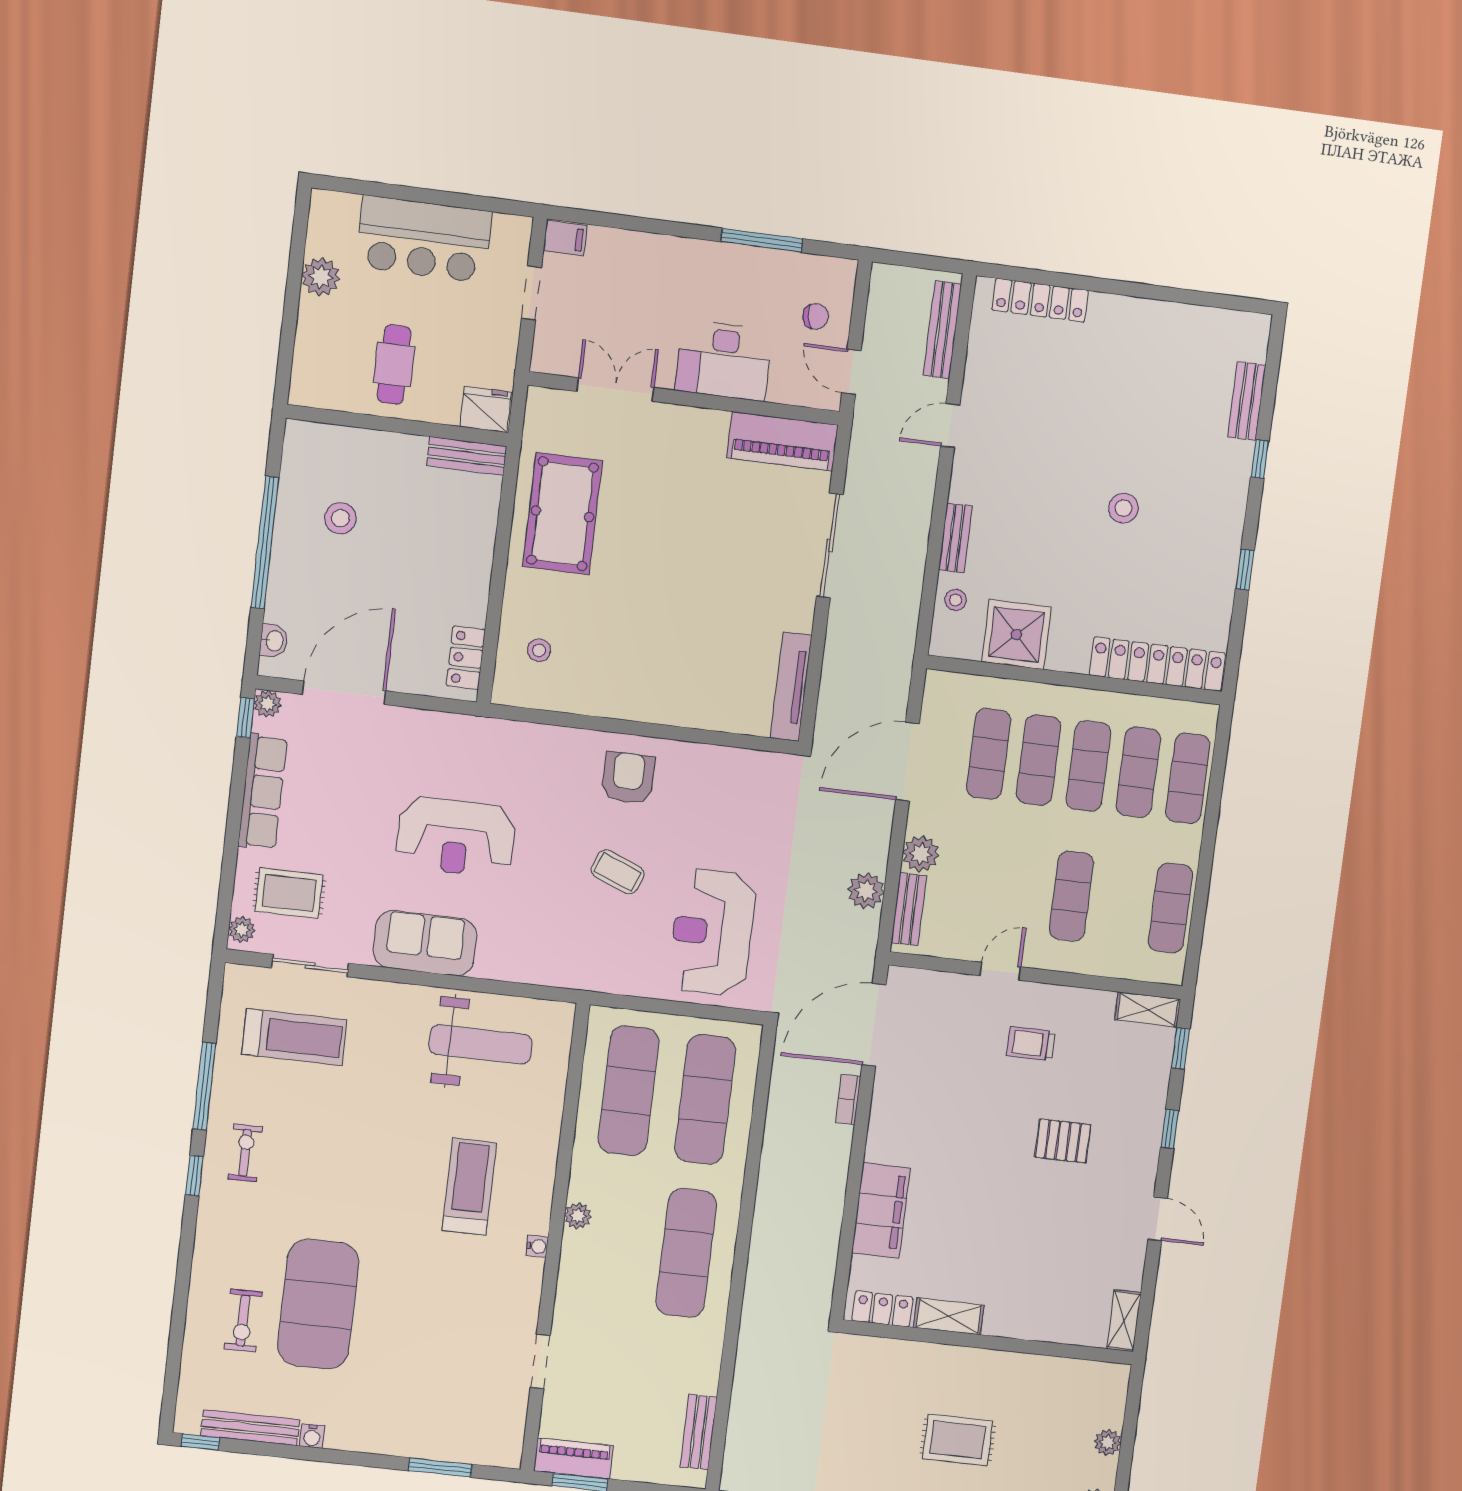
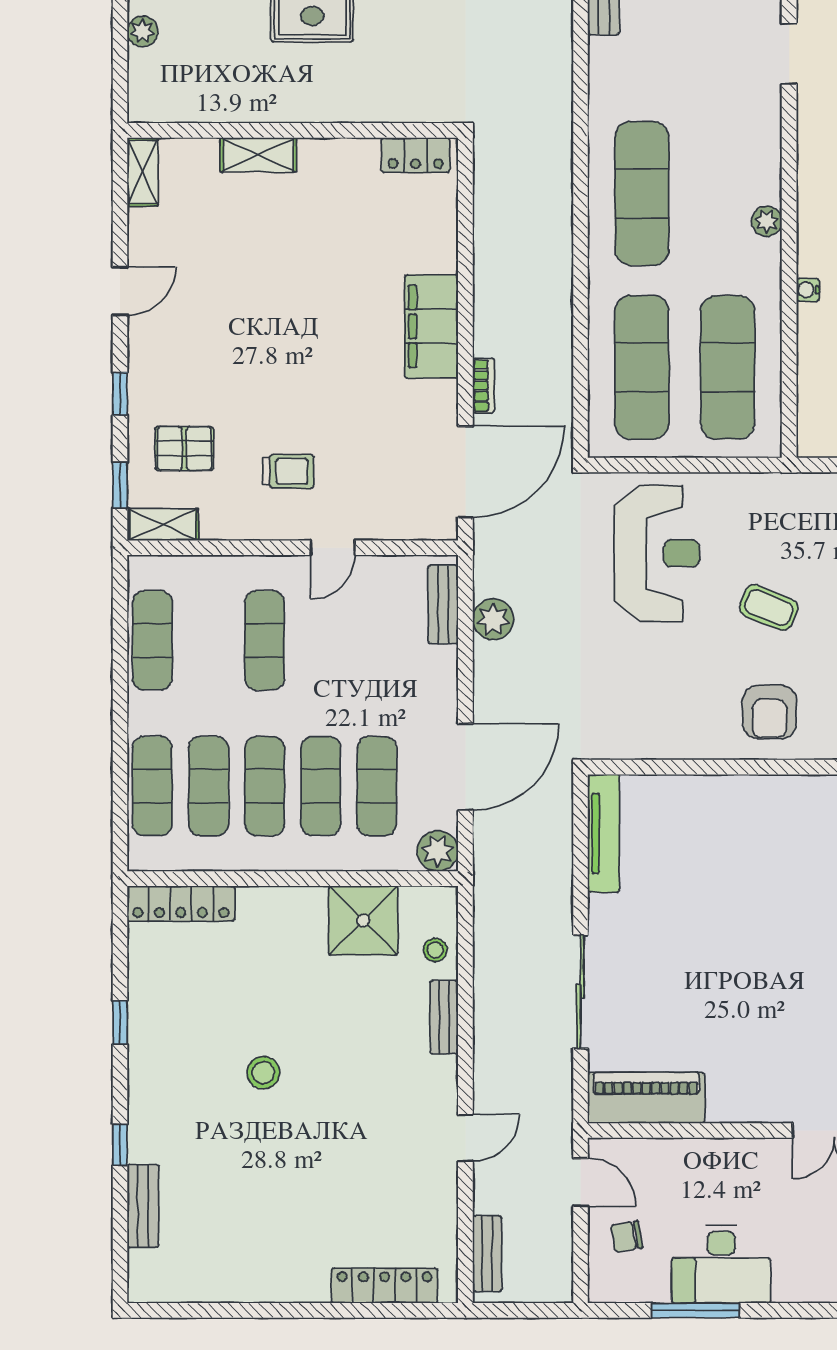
bench: (942, 330) -> (487, 1254), width x0.73
desk: (724, 360) -> (721, 1264), moved, turned 180
locker: (1157, 664) -> (181, 904), width x0.71, depth x0.83
plant: (921, 854) -> (438, 851), moved
pallet: (1063, 1141) -> (184, 449), moved
filing cabinet: (881, 1210) -> (431, 326), moved
door: (1158, 1219) -> (120, 291), swing flipped
water cooler: (537, 1246) -> (808, 290), moved
shelving: (949, 1316) -> (258, 155), moved

